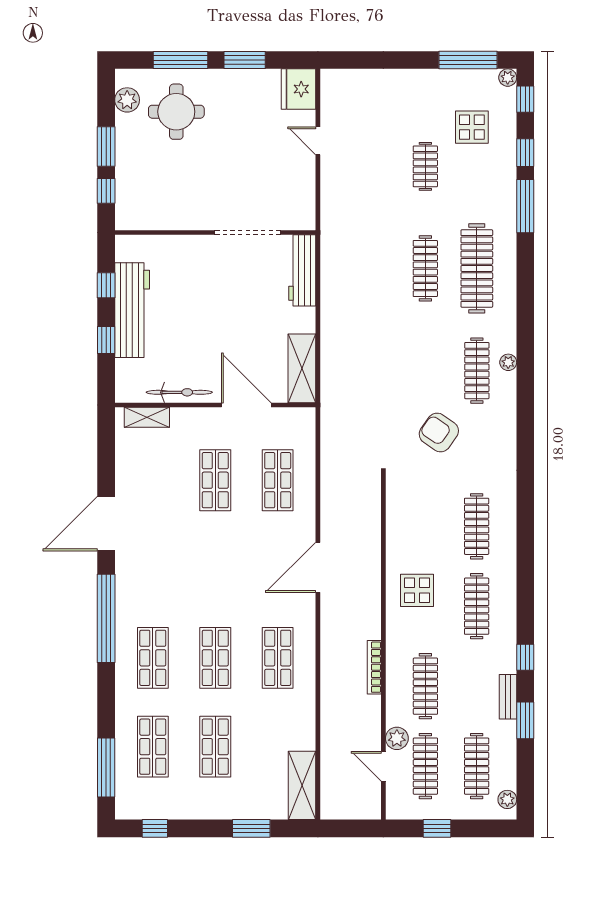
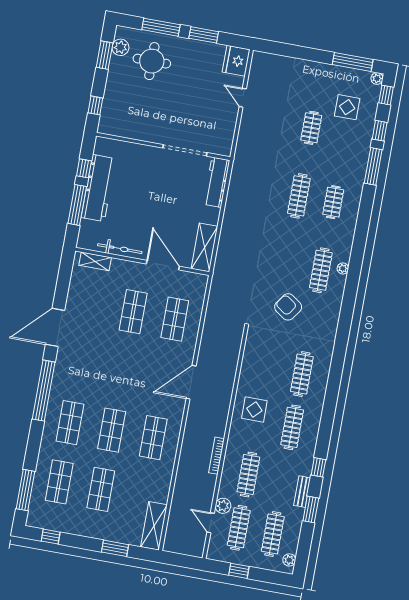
window: (106, 146) -> (105, 55), moved
clothes rail: (477, 268) -> (333, 202), width x0.54, depth x0.76
window: (106, 340) -> (77, 205), width x2.17

